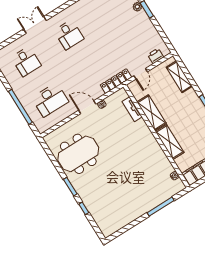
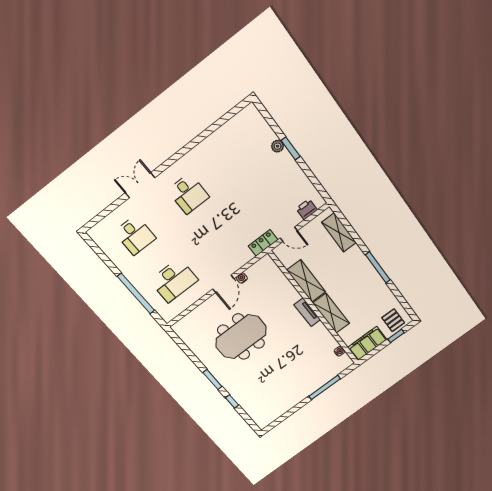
door: (141, 74) -> (289, 234), hinge flipped
locker: (116, 81) -> (263, 243), width x0.66
door: (87, 107) -> (223, 284), swing flipped
tv unit: (132, 109) -> (307, 312), moved
meeting table: (78, 154) -> (241, 337), moved

